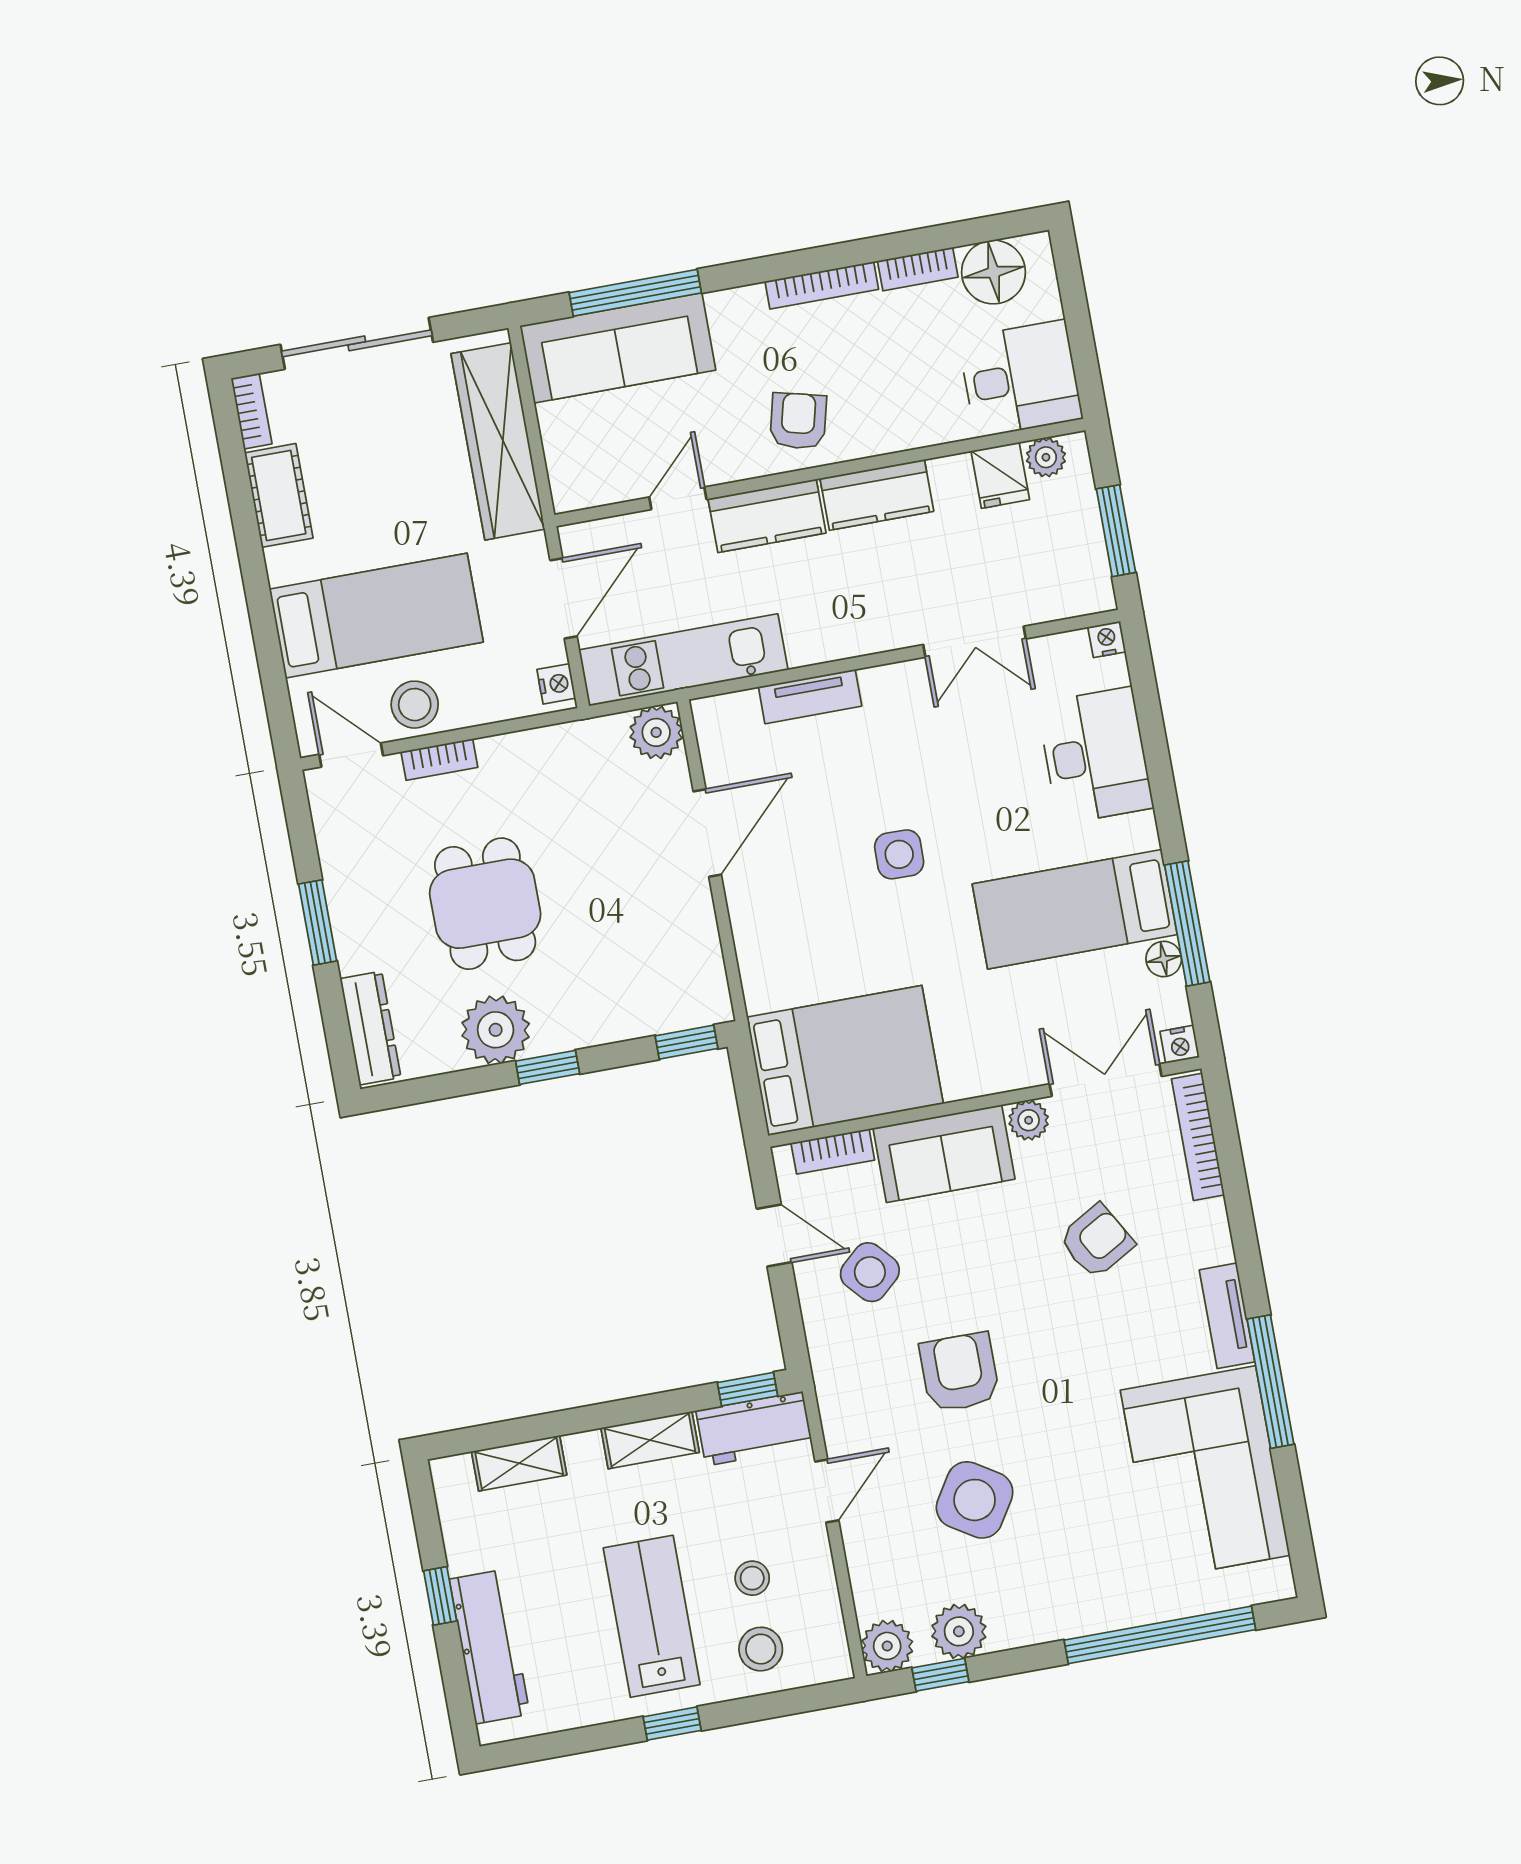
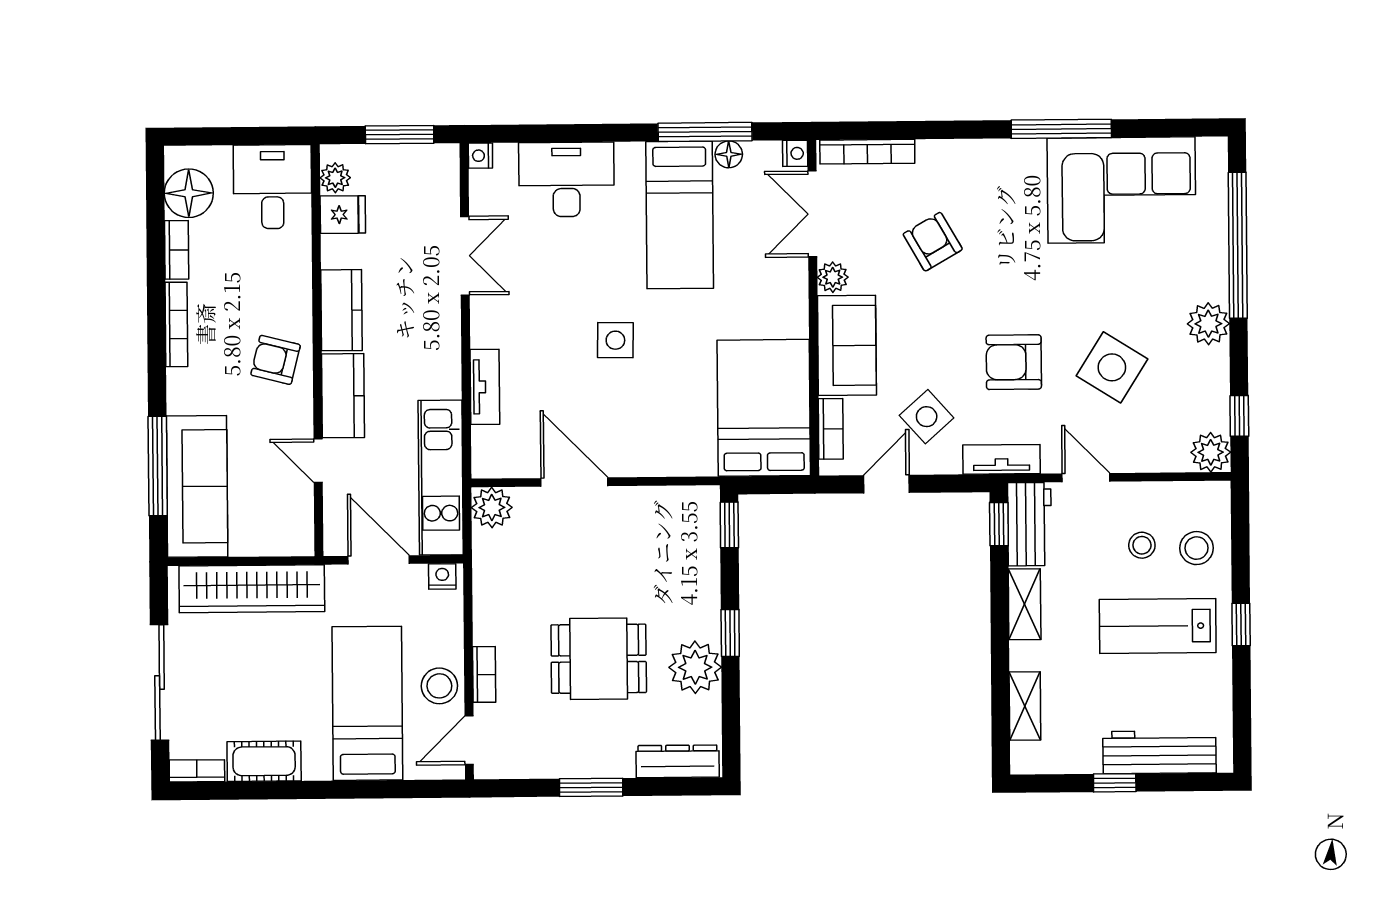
tv unit: (1227, 1316) -> (1002, 459), moved, turned 180
plant: (959, 1631) -> (1208, 324), moved

